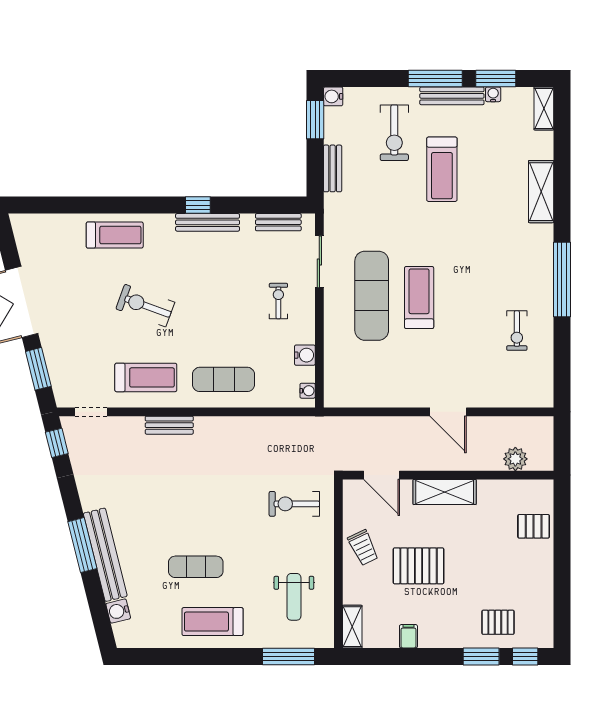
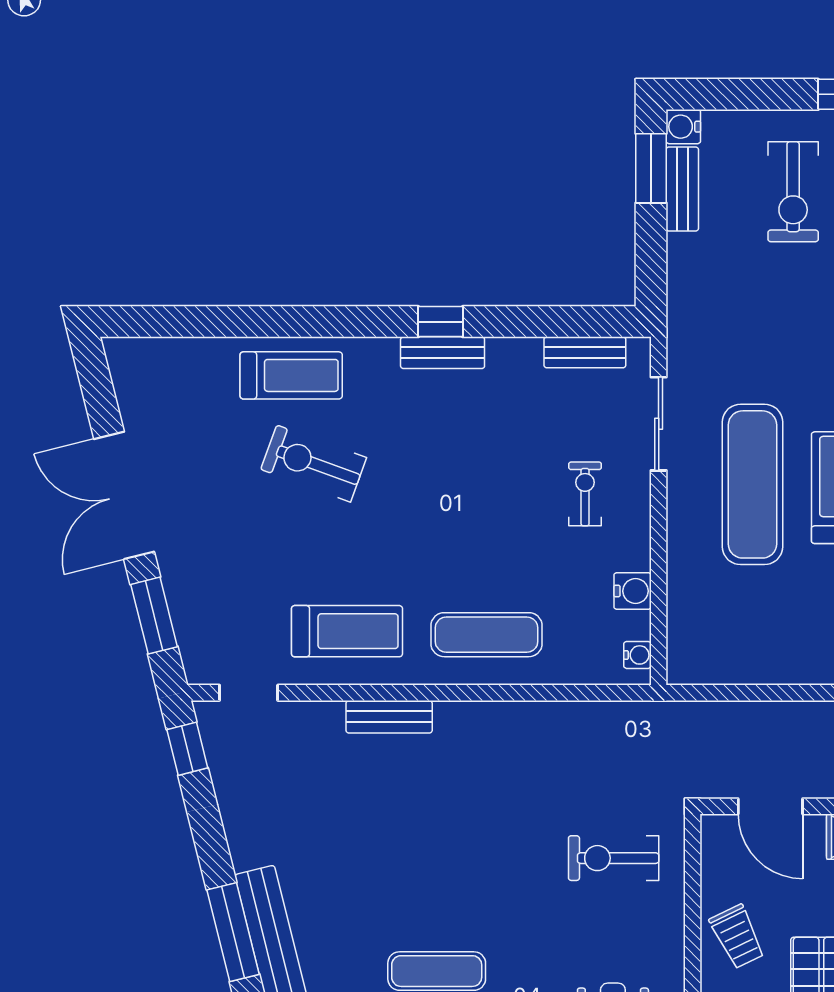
bench: (333, 168) -> (682, 189), moved
bench: (208, 222) -> (443, 353), width x0.73
exercise bike: (145, 306) -> (314, 464), moved

